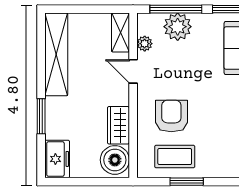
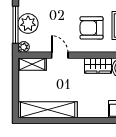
plant: (145, 44) -> (24, 47), moved
door: (133, 71) -> (60, 55), swing flipped
window: (41, 116) -> (92, 120), removed

